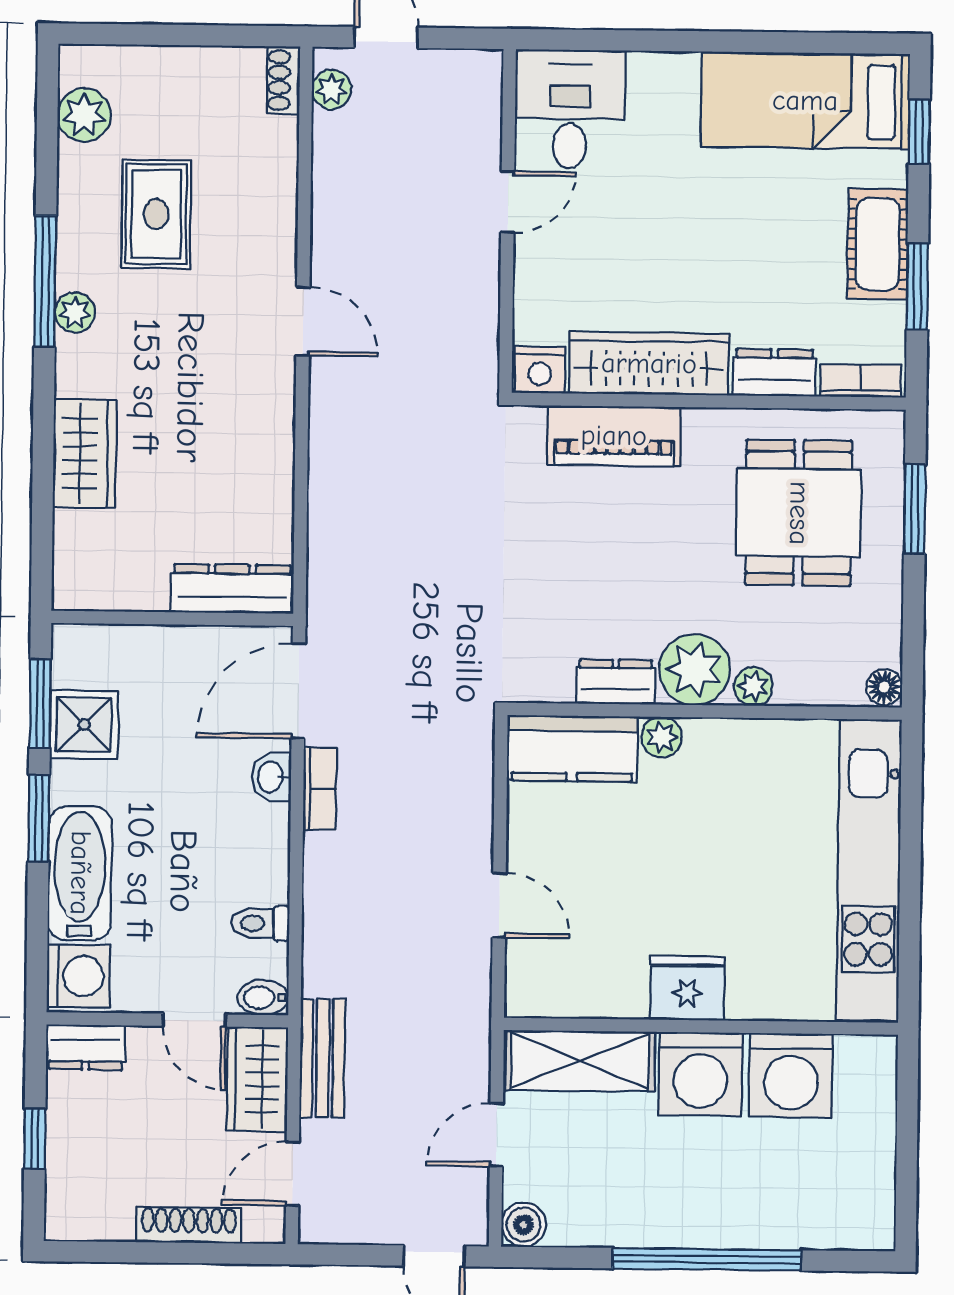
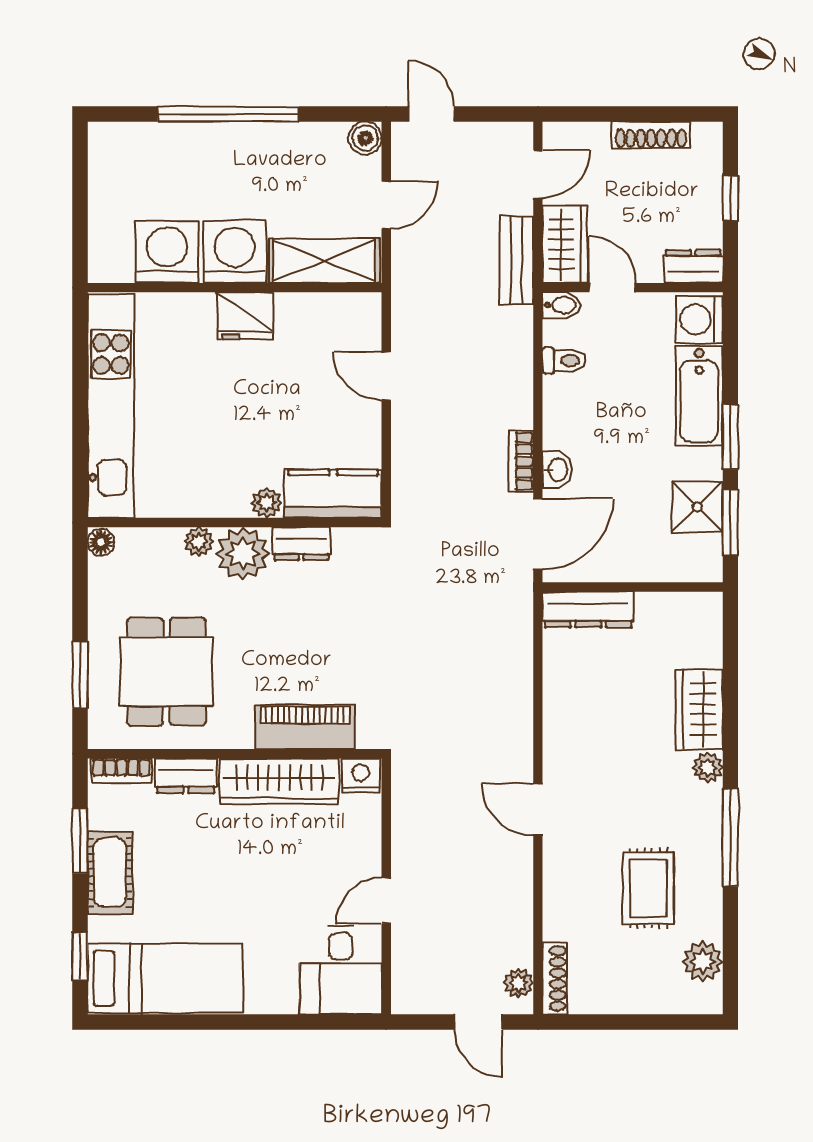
shoe rack: (283, 80) -> (555, 978), width x1.43
plant: (75, 312) -> (708, 768), moved
shoe rack: (189, 1225) -> (651, 135), moved

